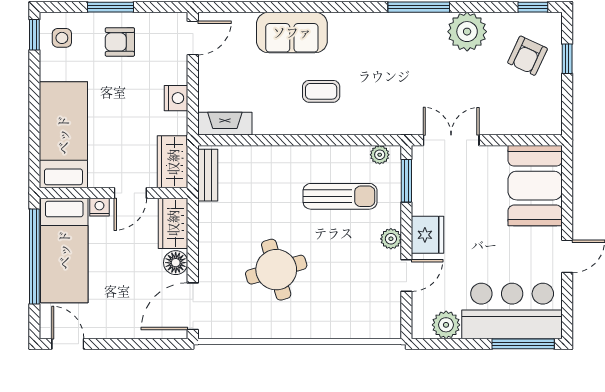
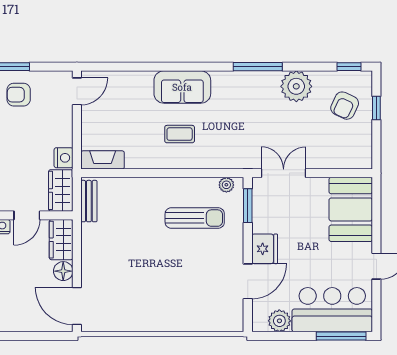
sofa: (292, 32) -> (182, 87), moved
nightstand: (176, 98) -> (64, 158), moved
plant: (391, 239) -> (235, 252), removed
round table: (276, 270) -> (144, 277), removed
door: (406, 276) -> (248, 281), width x1.38
door: (193, 306) -> (77, 306), hinge flipped

